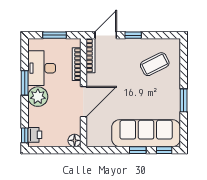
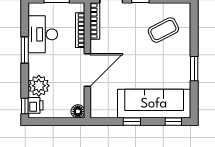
plant: (38, 97) -> (39, 86), moved
window: (138, 150) -> (132, 122), moved

